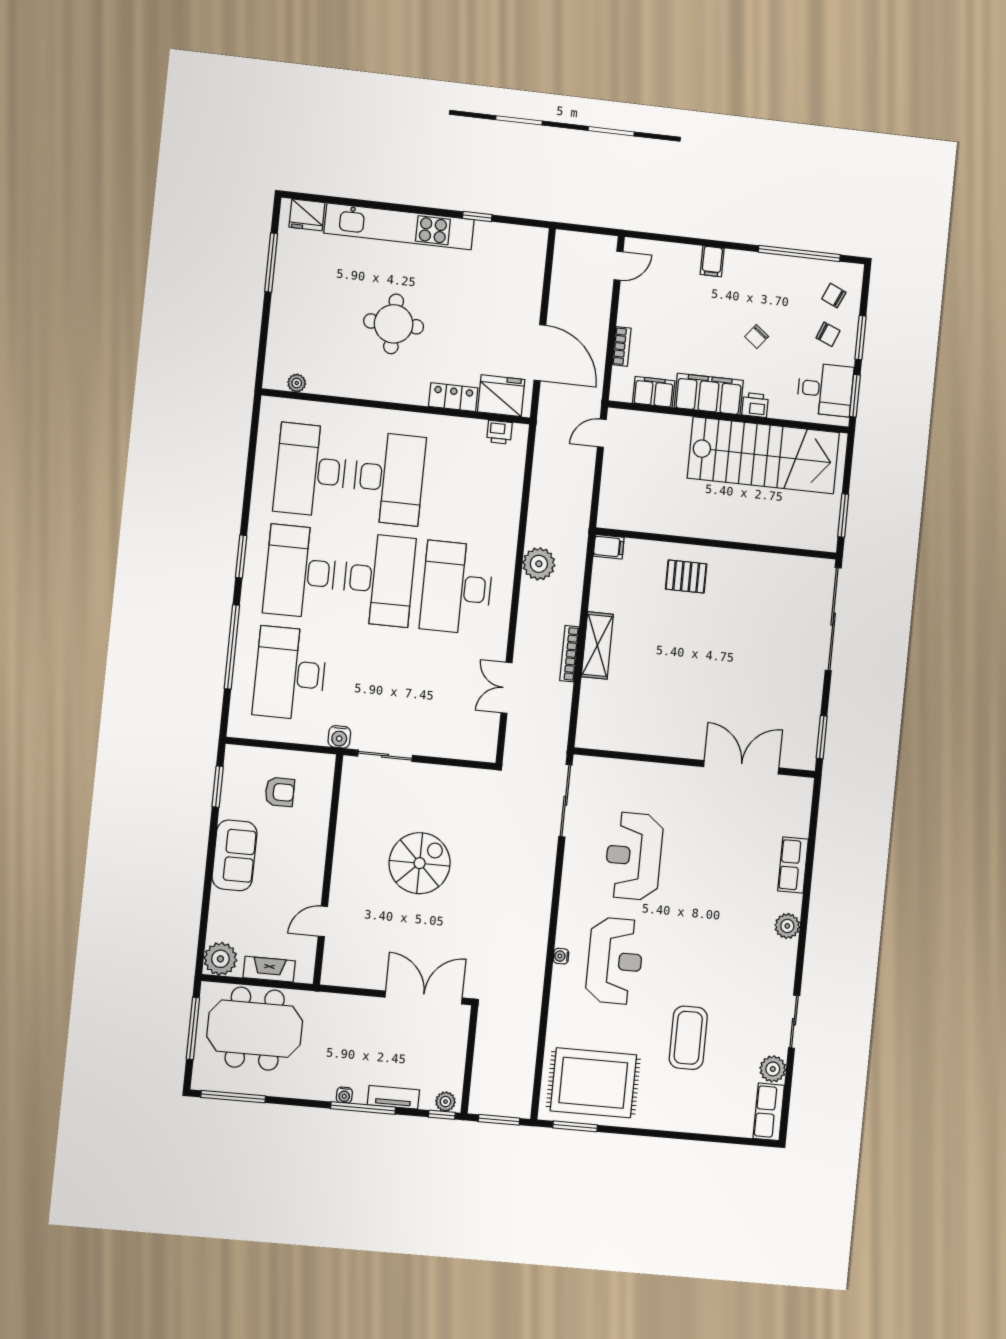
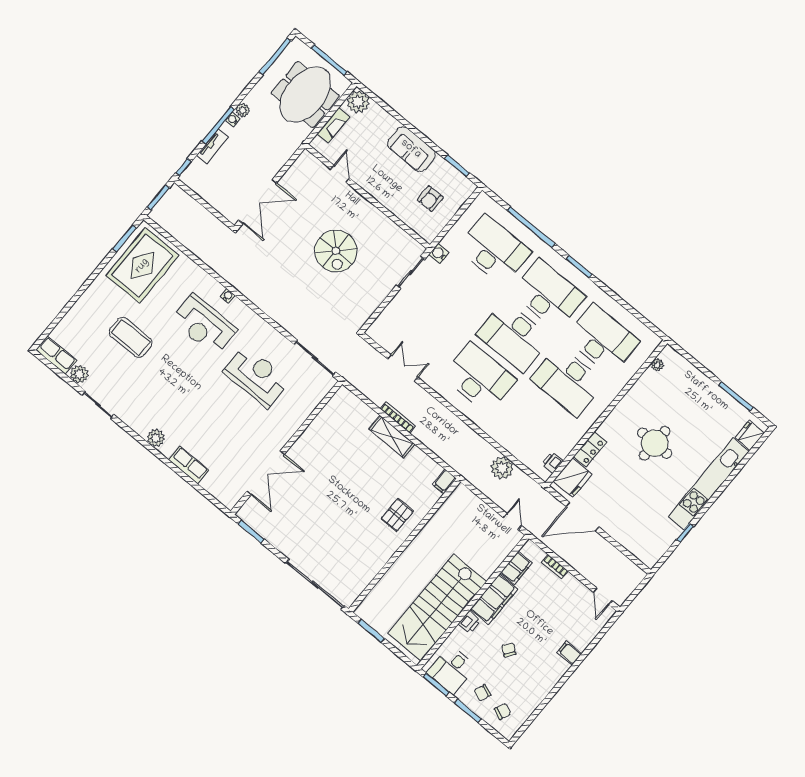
window: (799, 253) -> (540, 708), removed
plant: (539, 564) -> (502, 468), moved
plant: (445, 1102) -> (243, 110), moved

